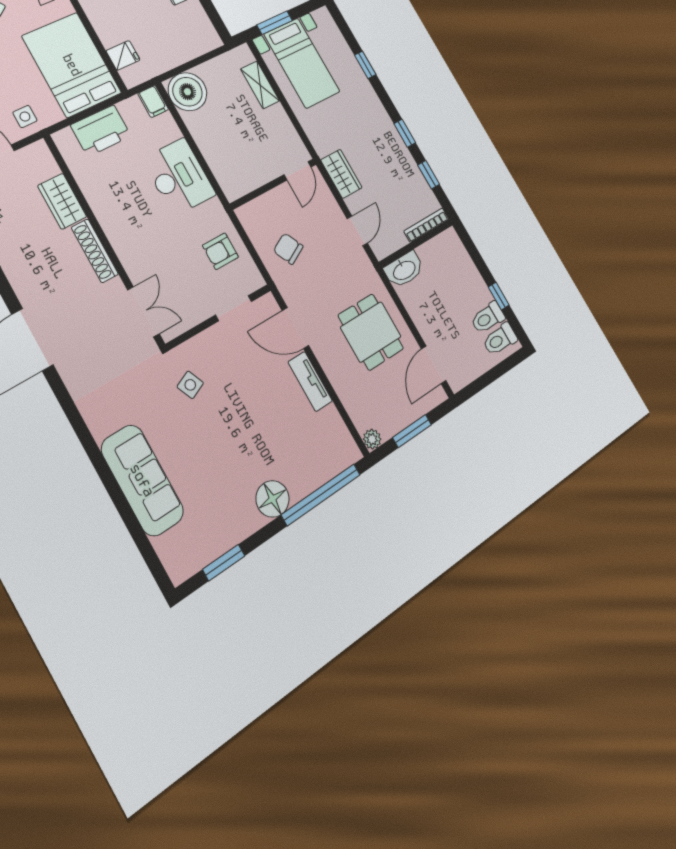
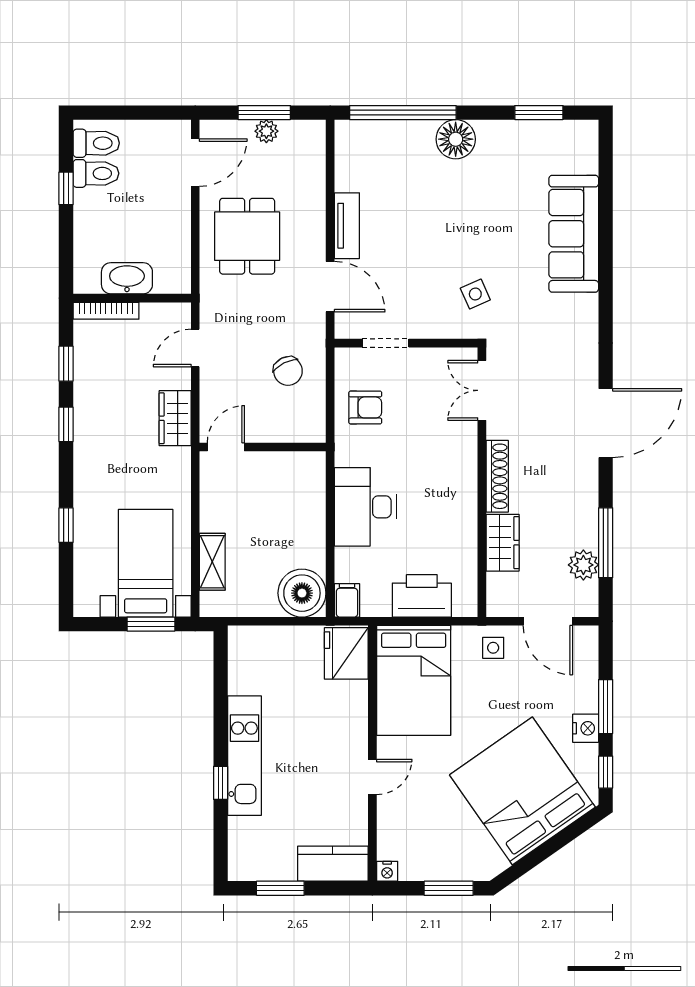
fridge: (123, 55) -> (346, 653), width x1.88, depth x1.34
washbasin: (404, 270) -> (127, 278), moved
plant: (372, 439) -> (266, 131), moved

